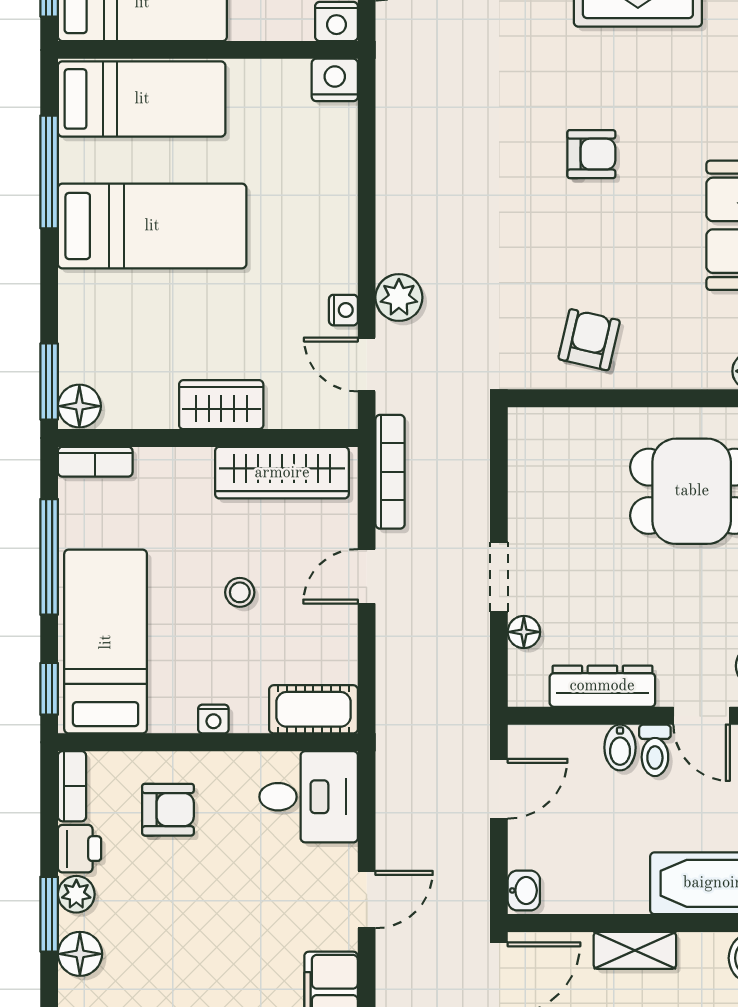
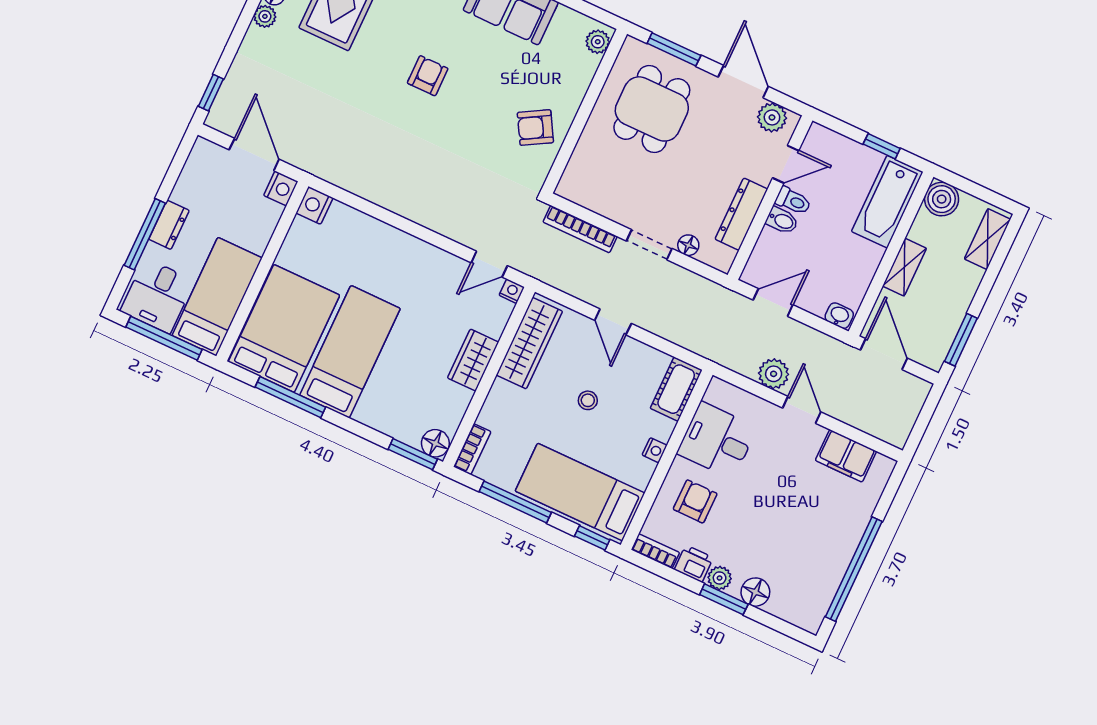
bed: (142, 99) -> (284, 328), width x1.50
plant: (399, 297) -> (774, 374), moved
nightstand: (343, 310) -> (512, 291), moved
armchair: (589, 340) -> (535, 128), turned -43
bookcase: (390, 472) -> (580, 229), moved, turned 180
door: (499, 789) -> (773, 302), hinge flipped
desk: (309, 797) -> (717, 440), moved, turned -90

